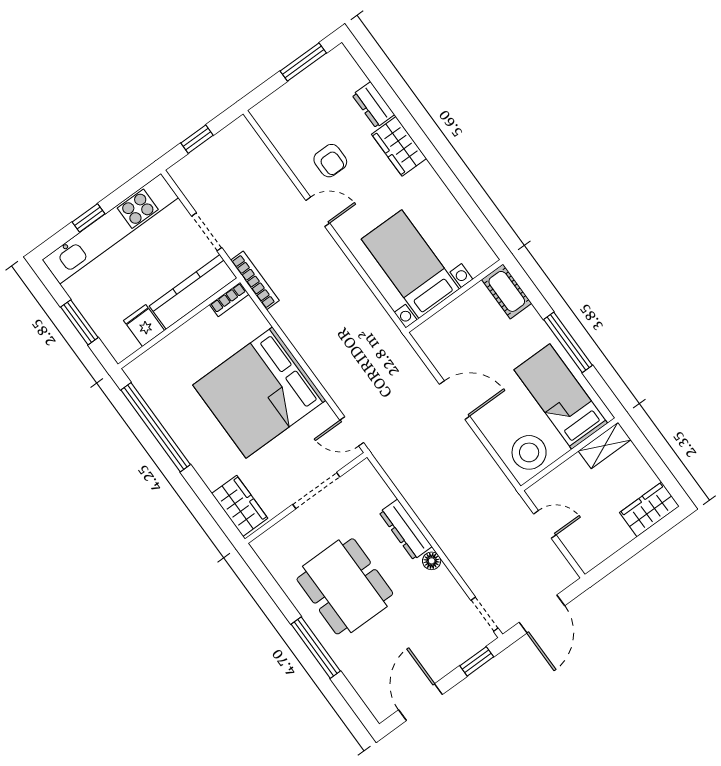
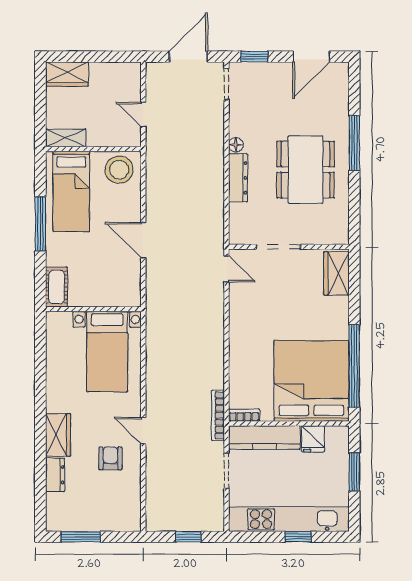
bed: (259, 393) -> (311, 381), moved, turned -90

